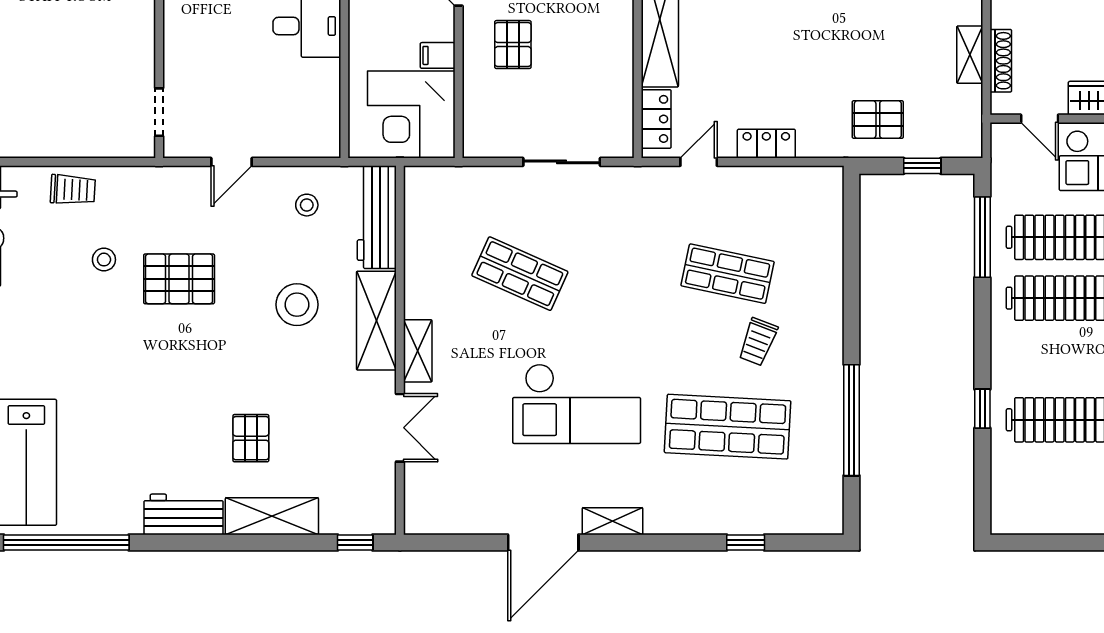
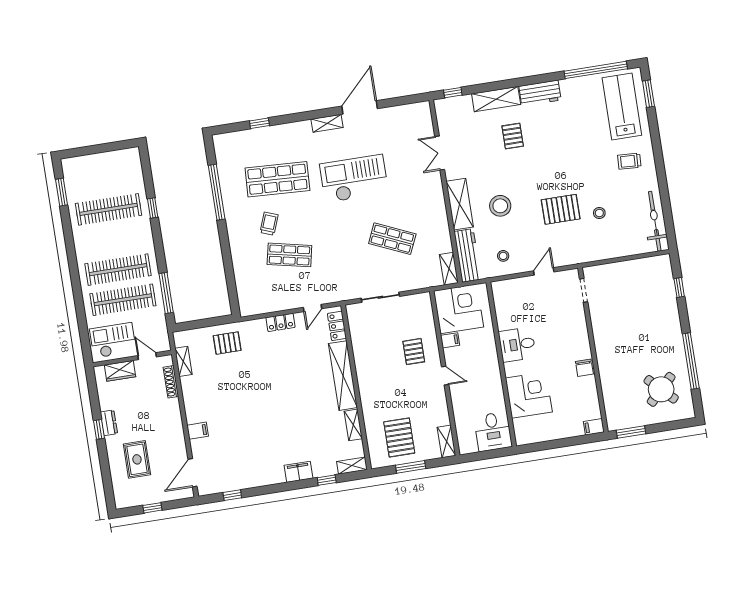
shelving: (970, 55) -> (183, 361), moved
window: (922, 166) -> (201, 324), removed
trolley: (73, 190) -> (629, 161), moved
shelving: (418, 351) -> (449, 269), moved

